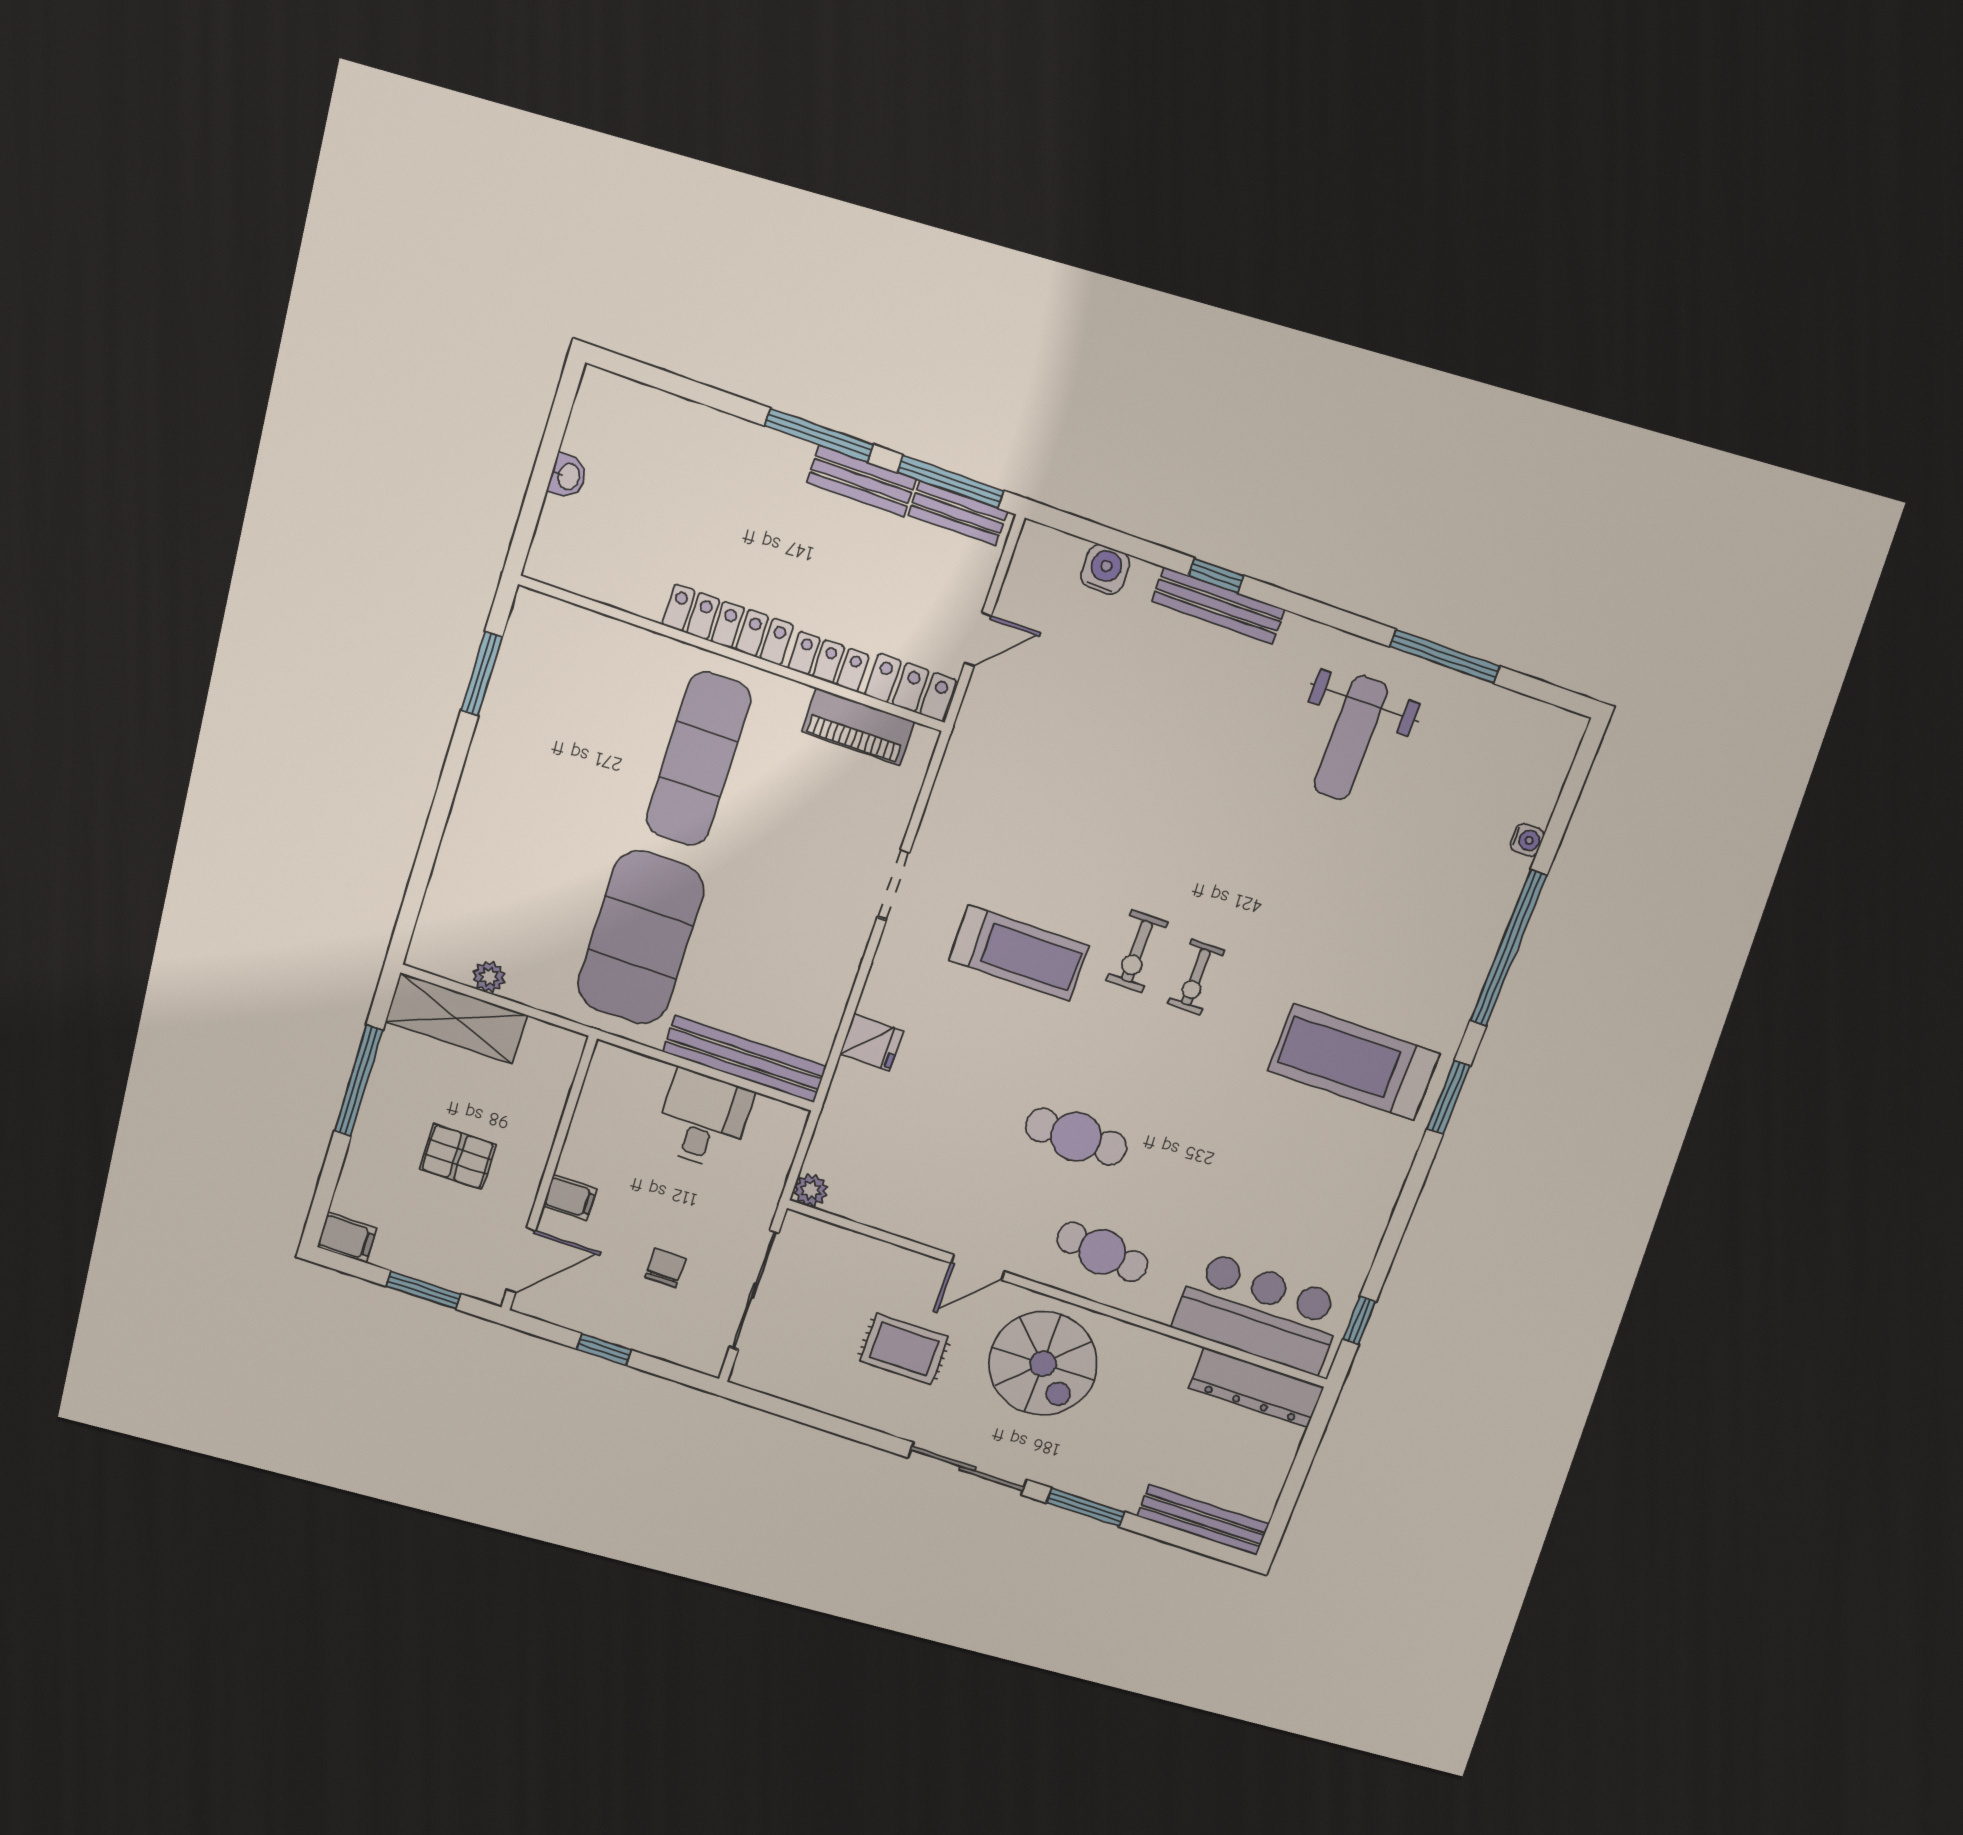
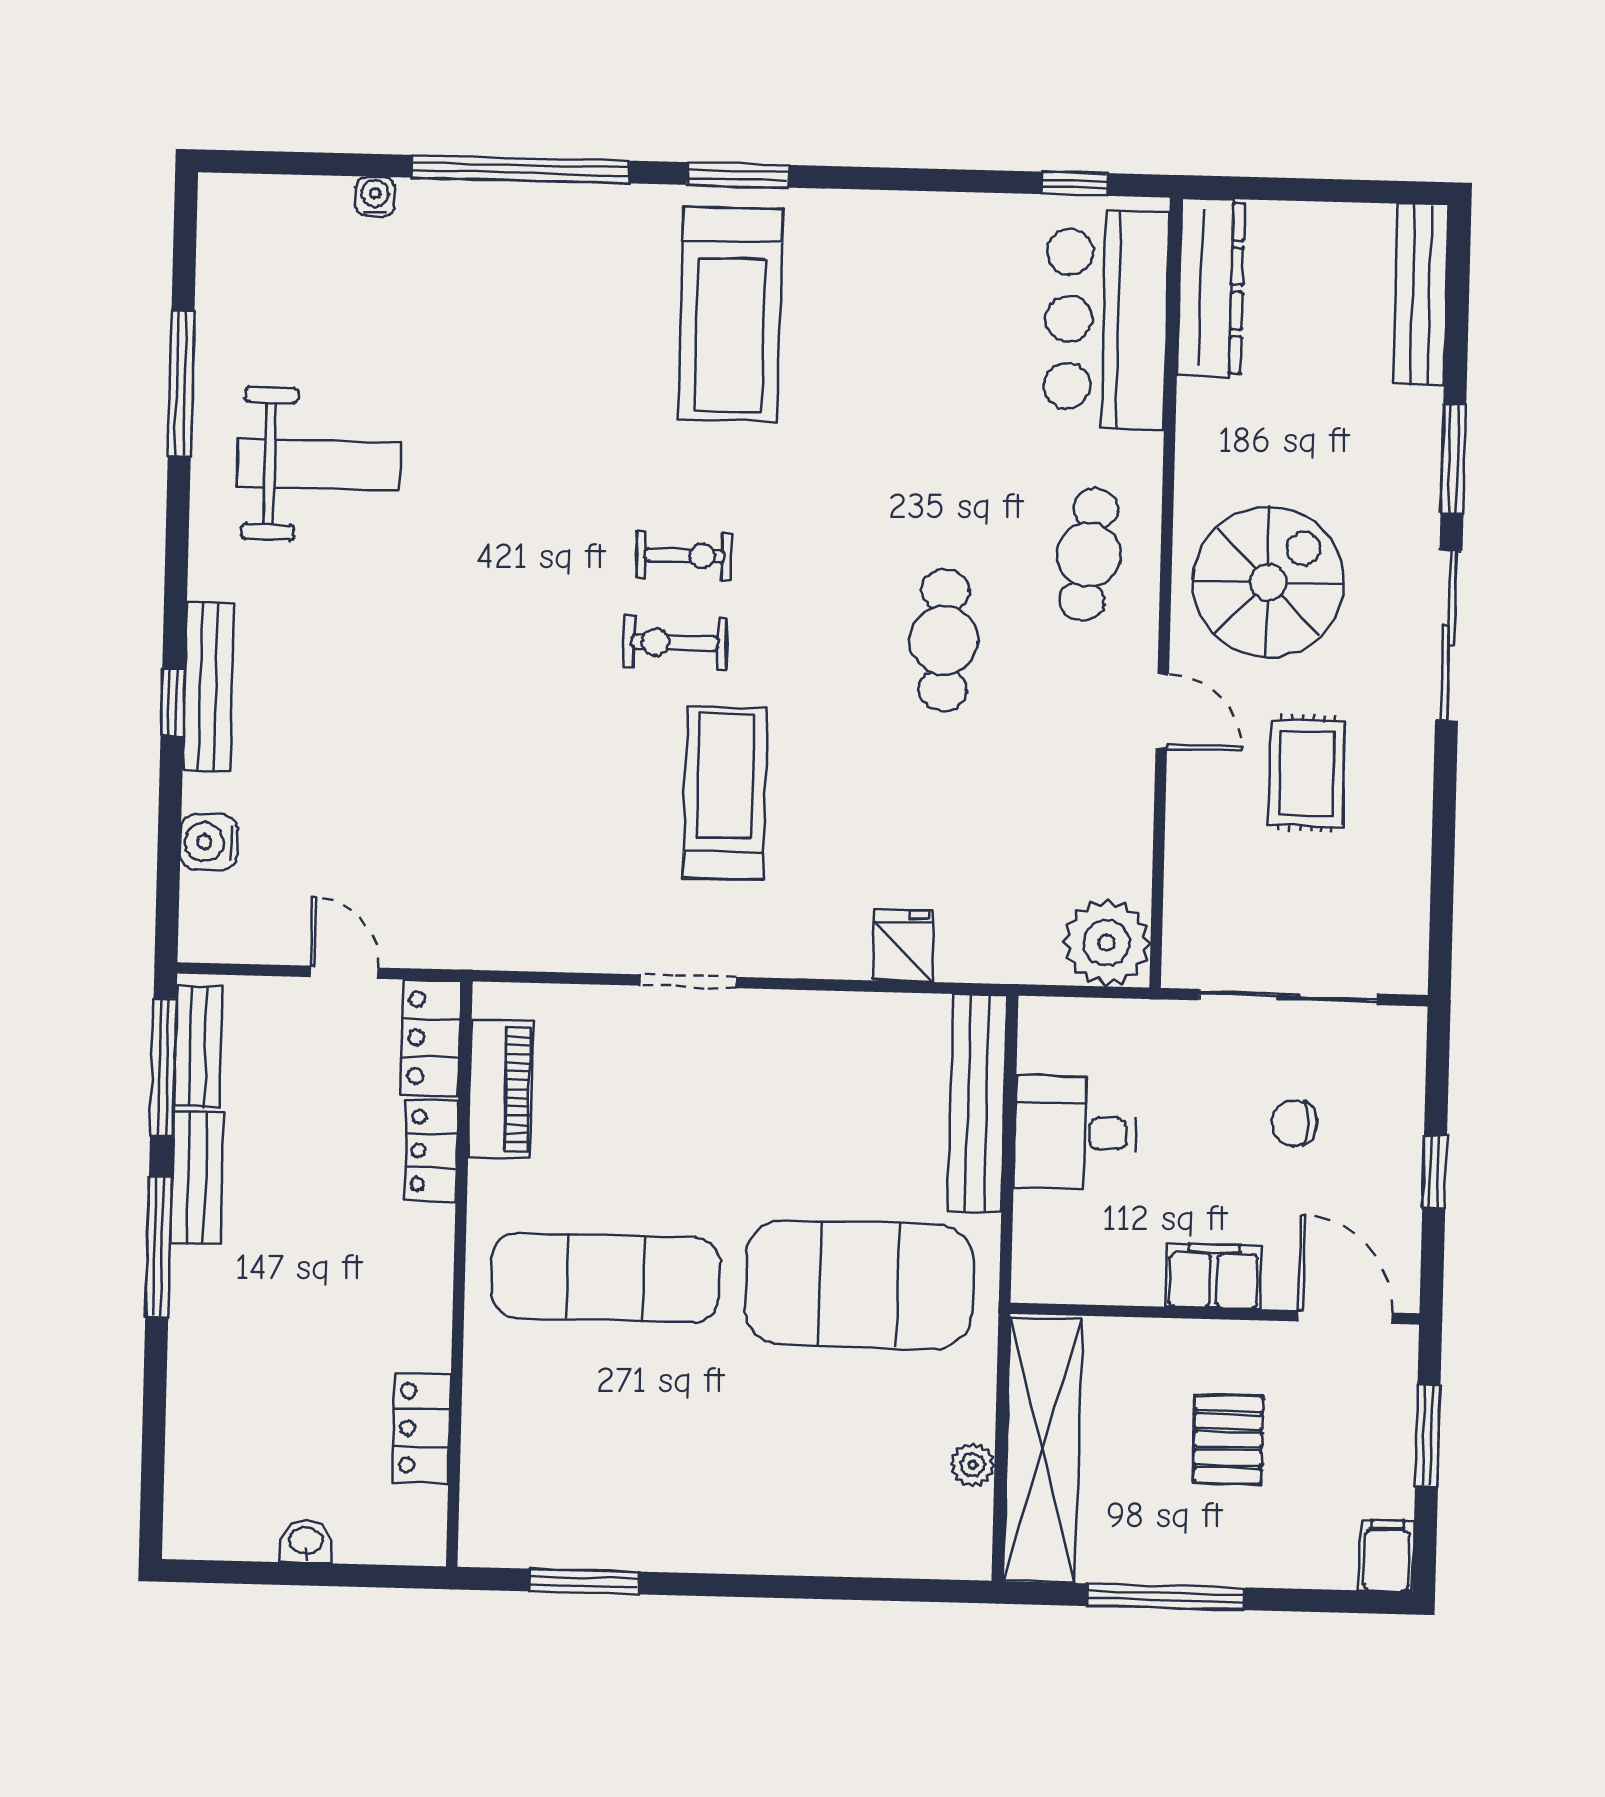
locker: (728, 625) -> (422, 1428), moved, width x0.66
exercise bike: (1137, 951) -> (675, 643), turned 180
shelving: (456, 1018) -> (1042, 1450), width x1.47
plant: (811, 1190) -> (1107, 943), width x1.88, depth x1.88
filing cabinet: (570, 1198) -> (1213, 1276), width x2.00

